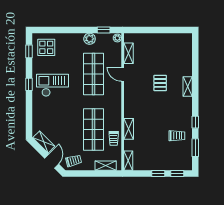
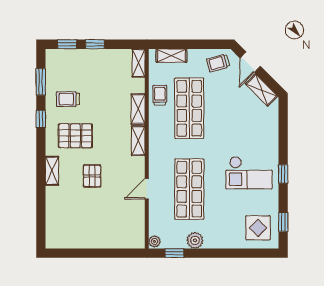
shelving: (128, 53) -> (138, 141), moved
door: (123, 74) -> (147, 189), swing flipped
pallet: (172, 111) -> (75, 136), added

